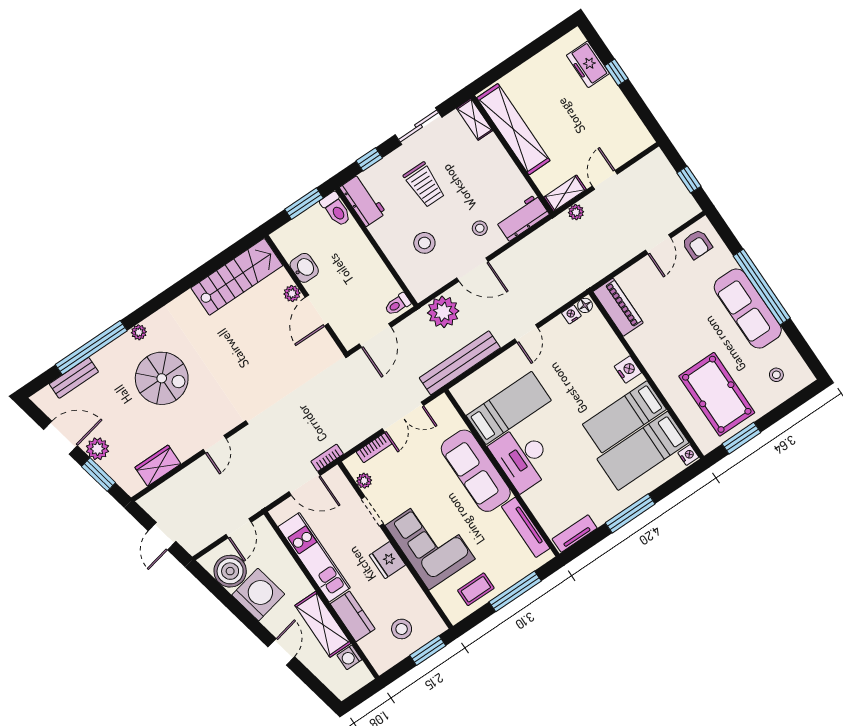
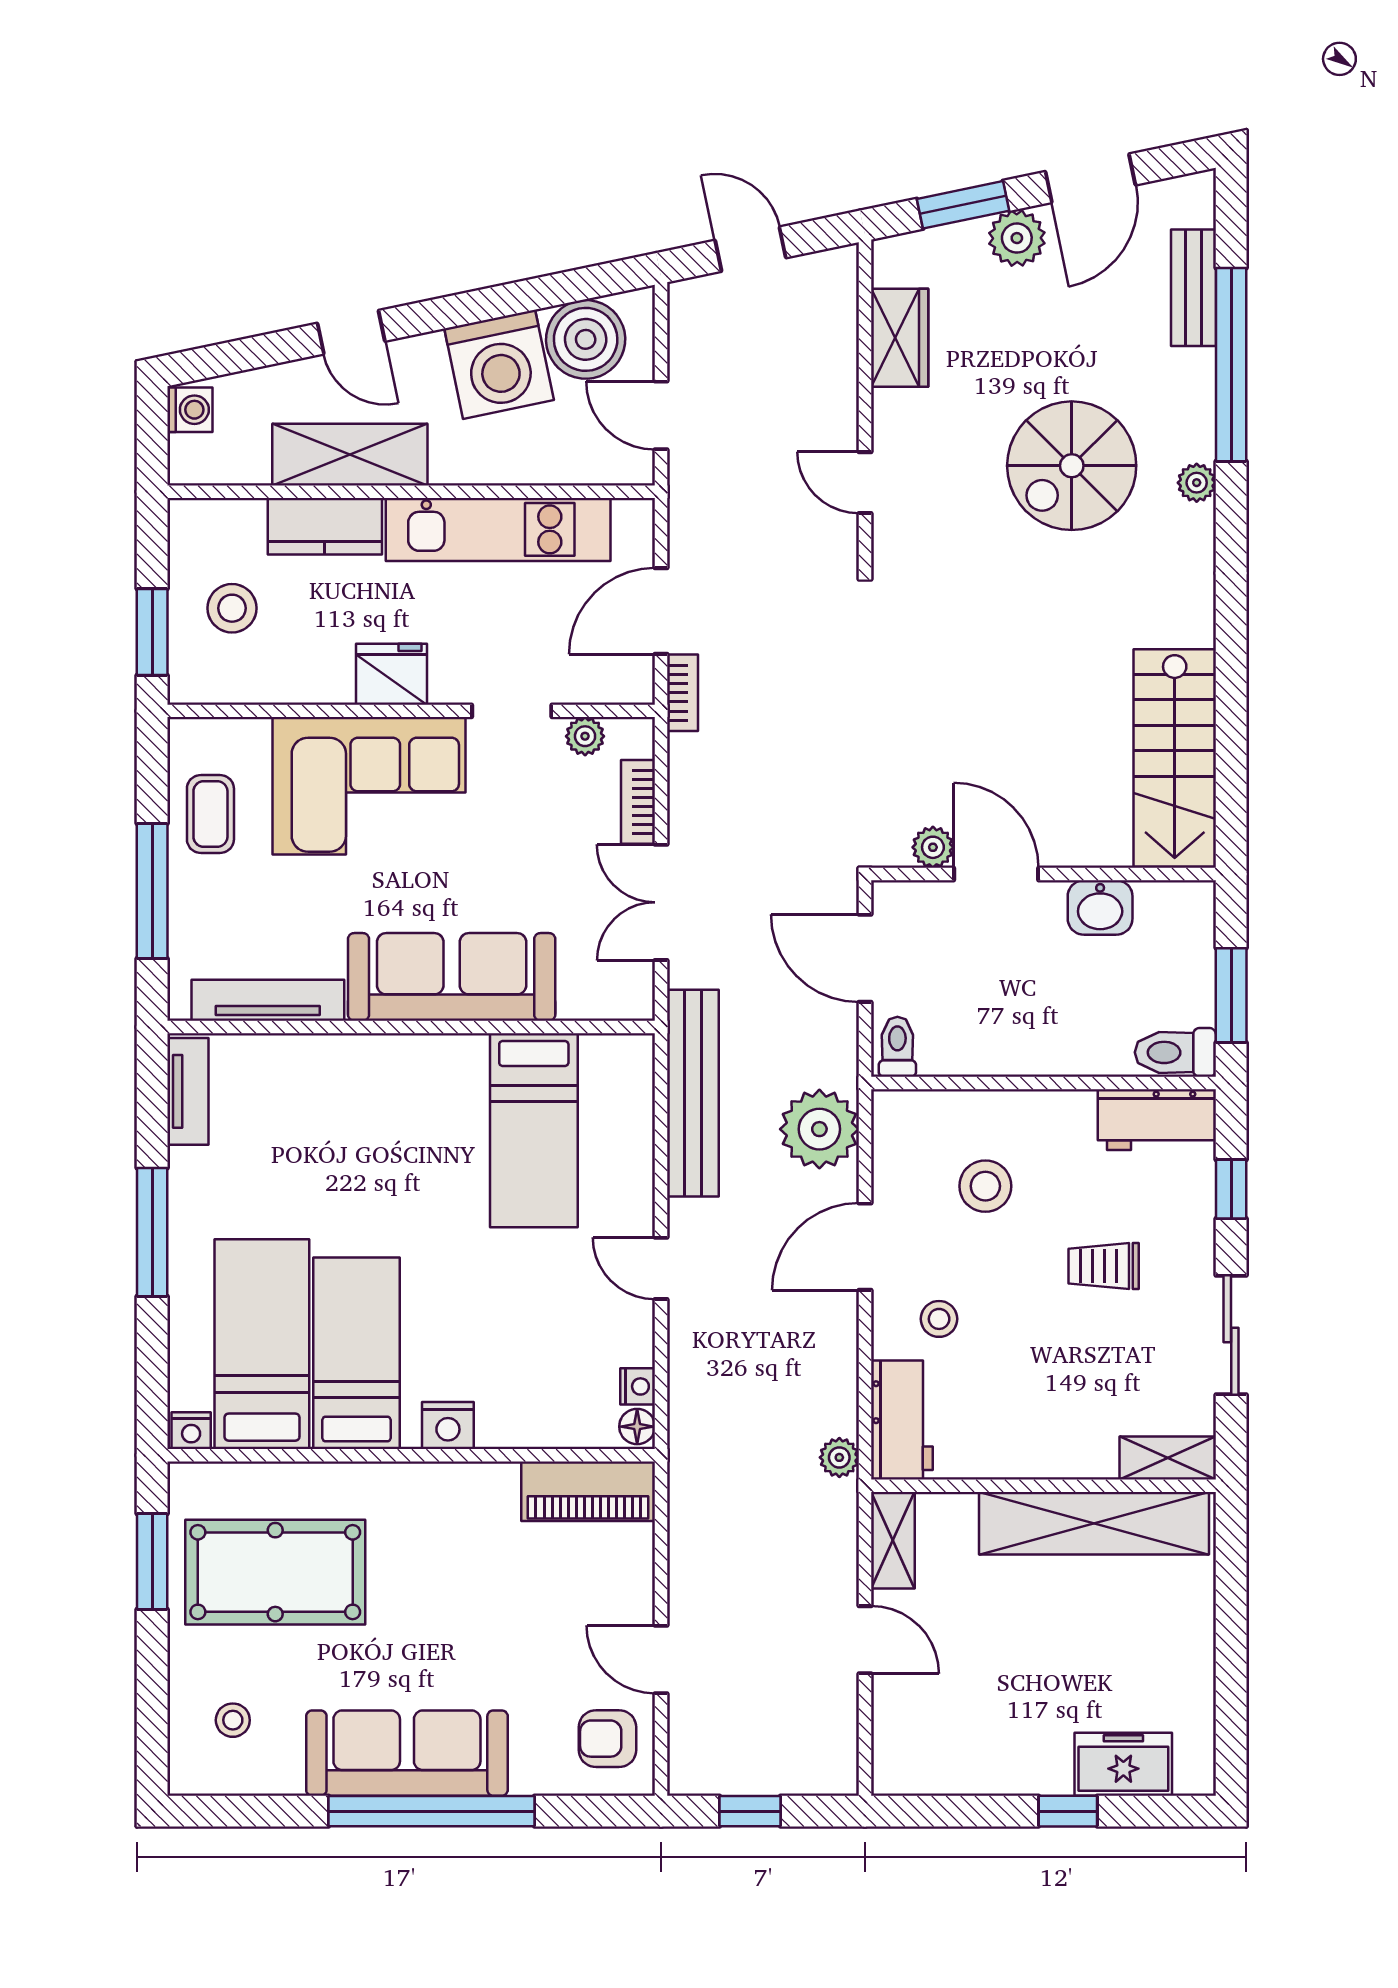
trolley: (424, 185) -> (1104, 1266), width x0.73, depth x0.72
plant: (576, 212) -> (839, 1457), moved
plant: (292, 294) -> (933, 847), moved
desk: (522, 458) -> (414, 1090), removed
washing machine: (349, 657) -> (190, 410), moved, turned 90

